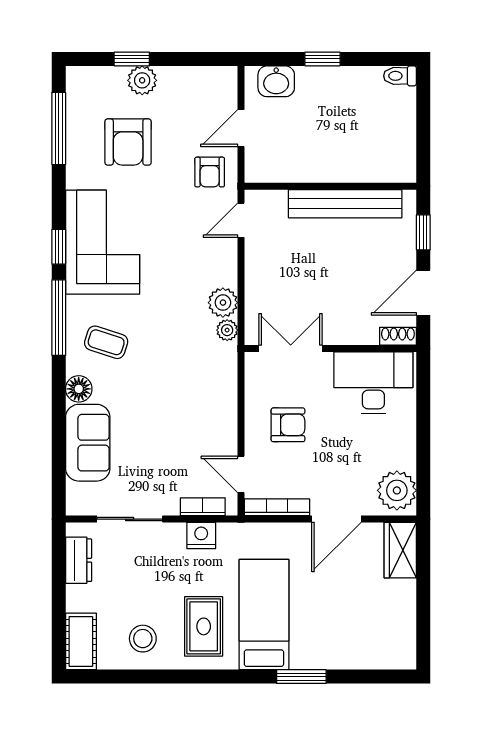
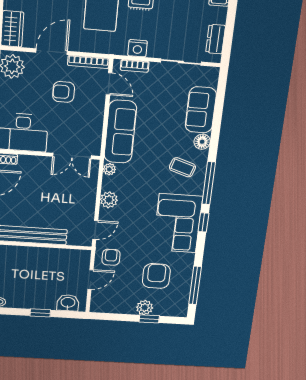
plant: (223, 303) -> (109, 200), moved
sofa: (215, 396) -> (120, 132), added
armchair: (288, 425) -> (64, 92), moved

